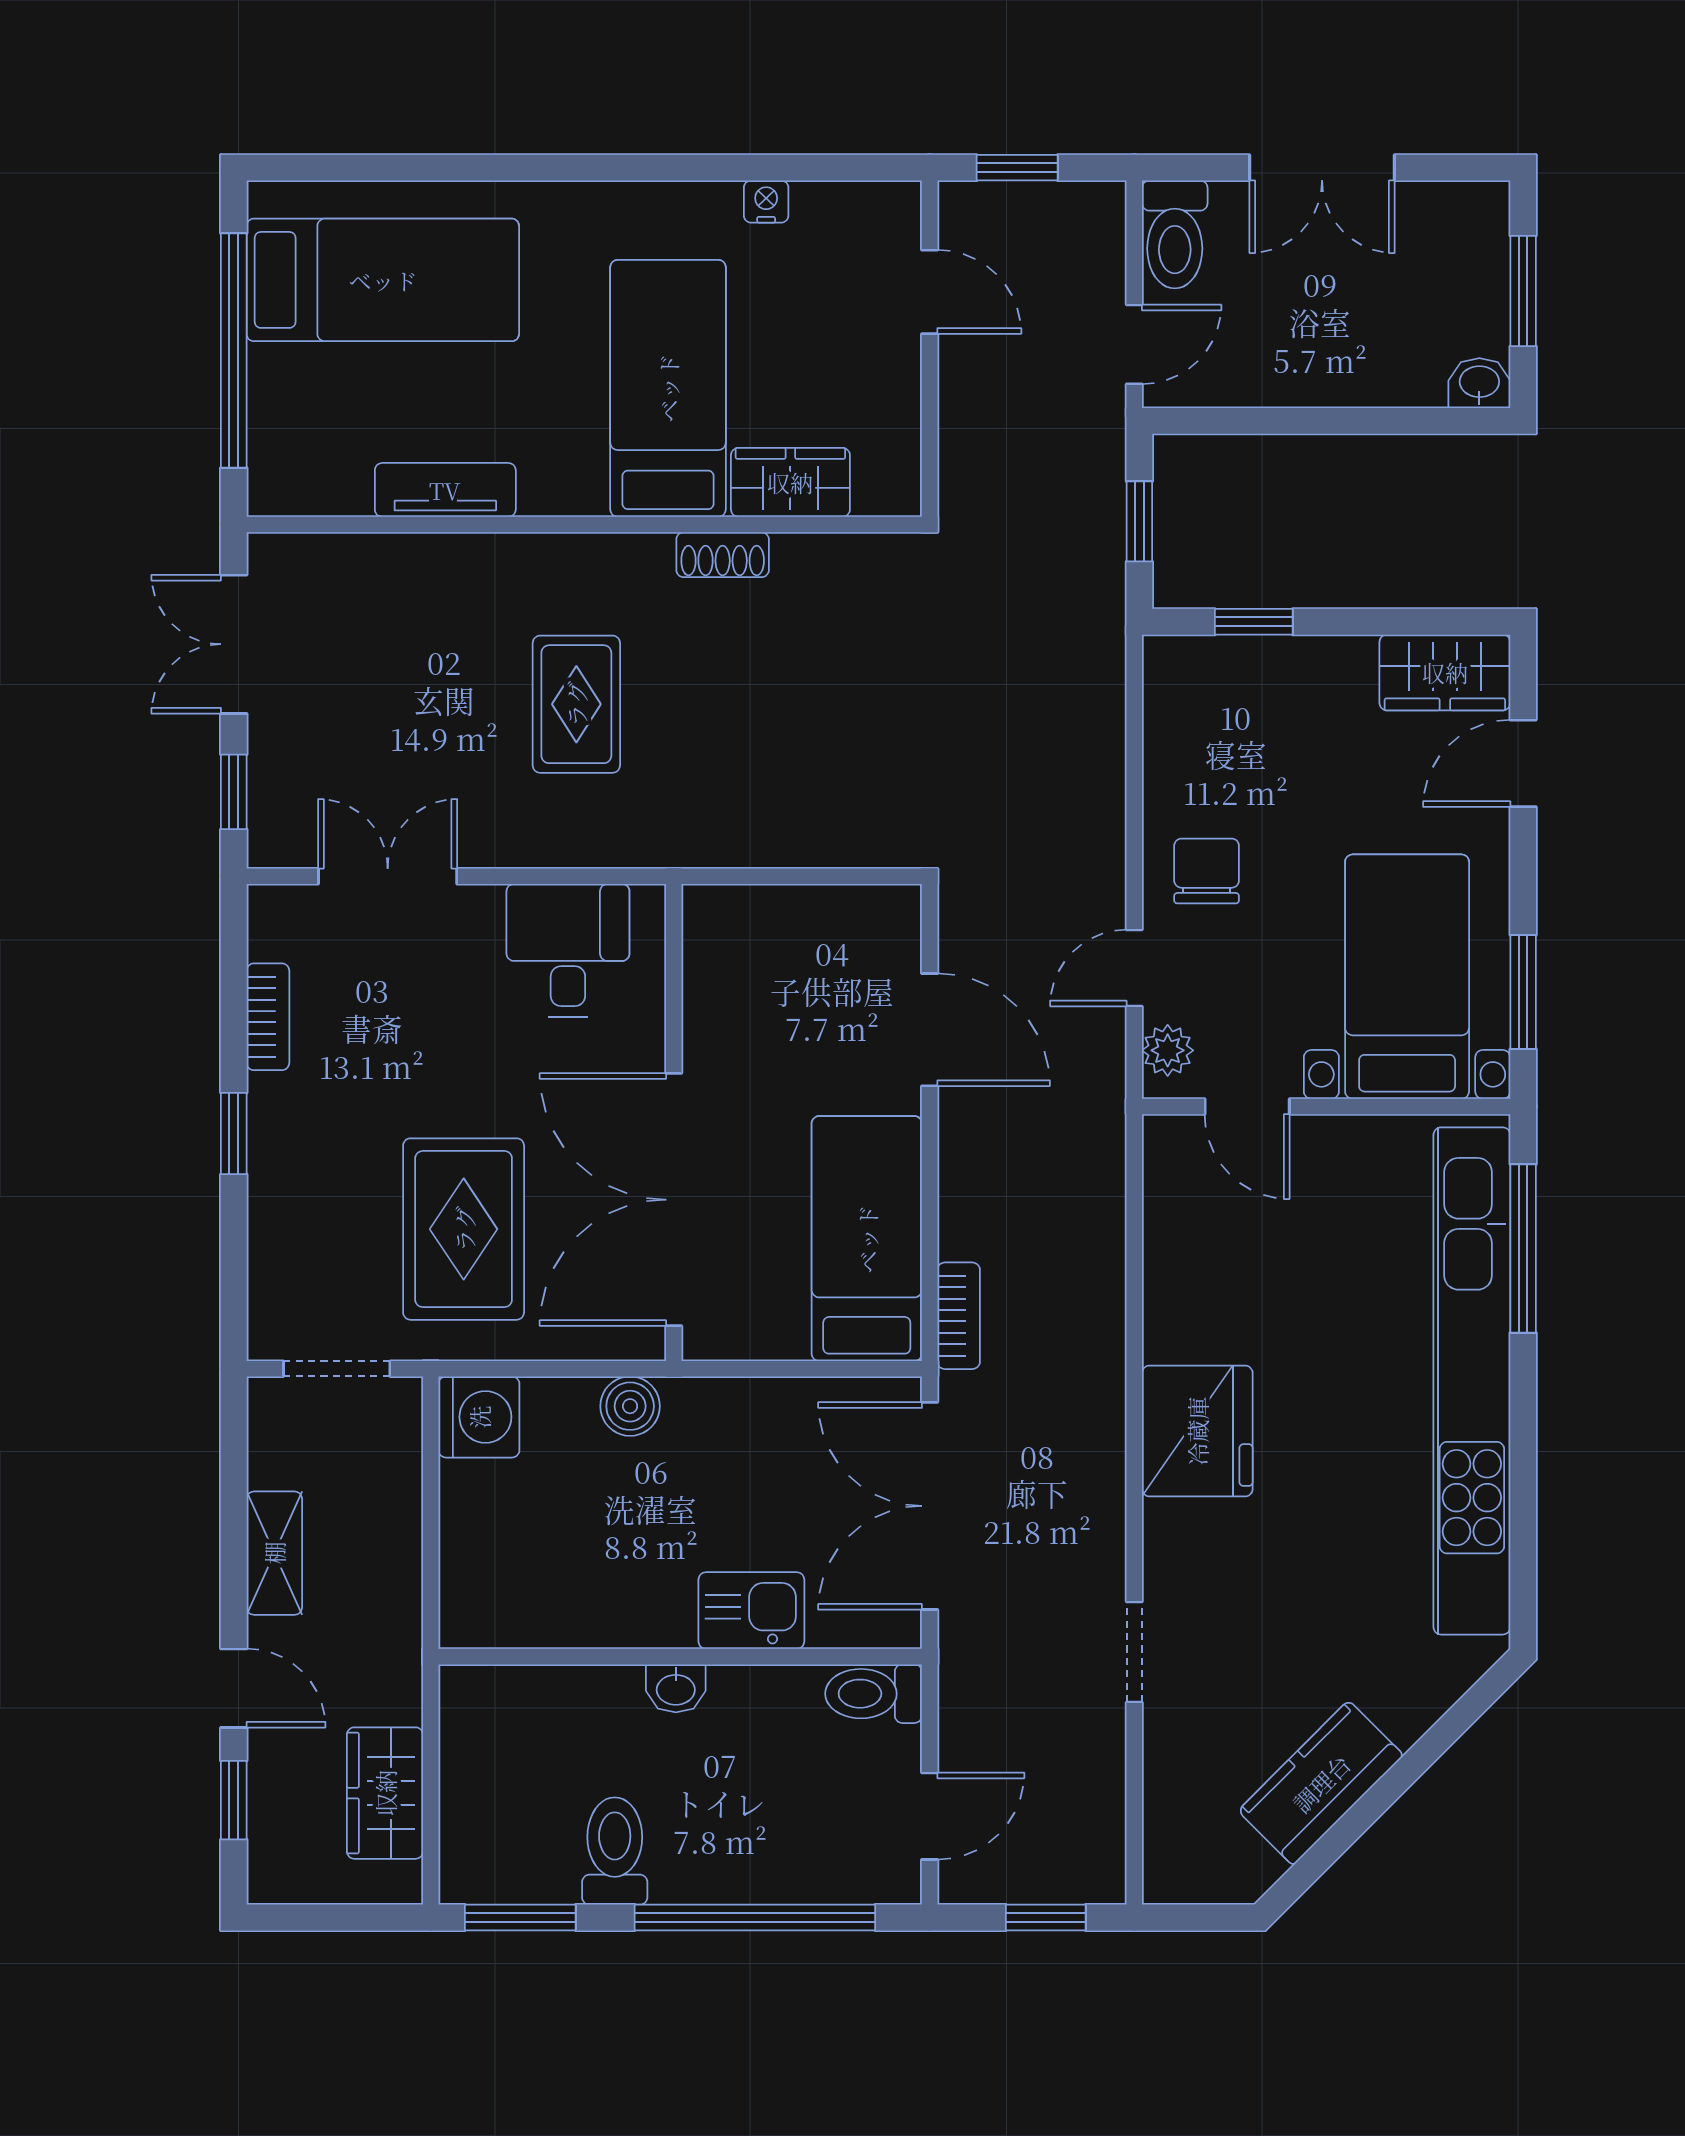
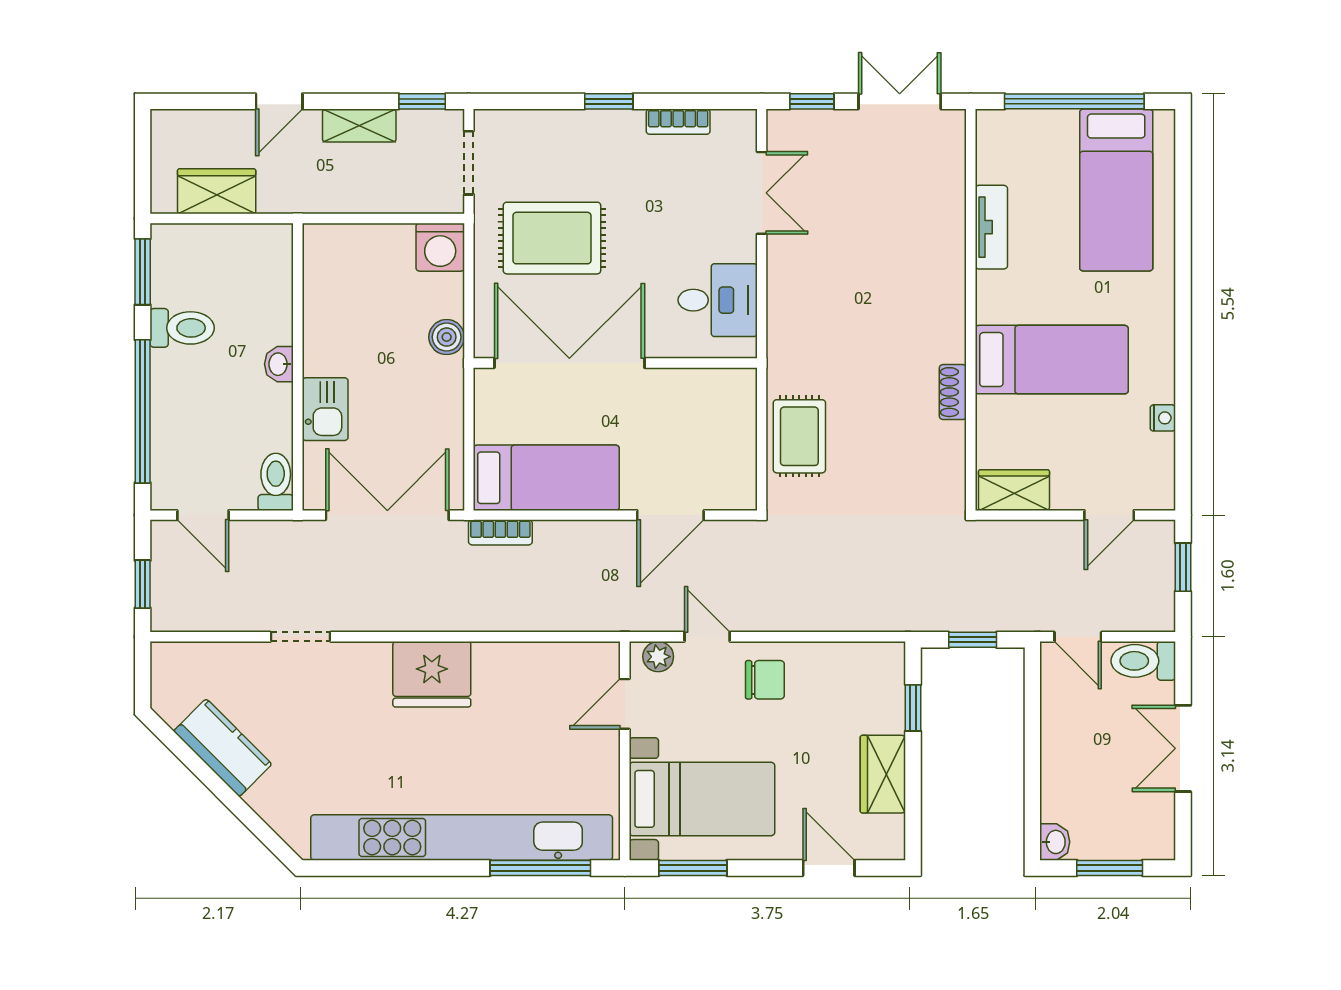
wardrobe: (790, 482) -> (1014, 490), moved, turned -90
wardrobe: (1445, 672) -> (883, 774), moved
rug: (576, 704) -> (799, 436), moved, turned 90
window: (234, 1800) -> (422, 101), moved

